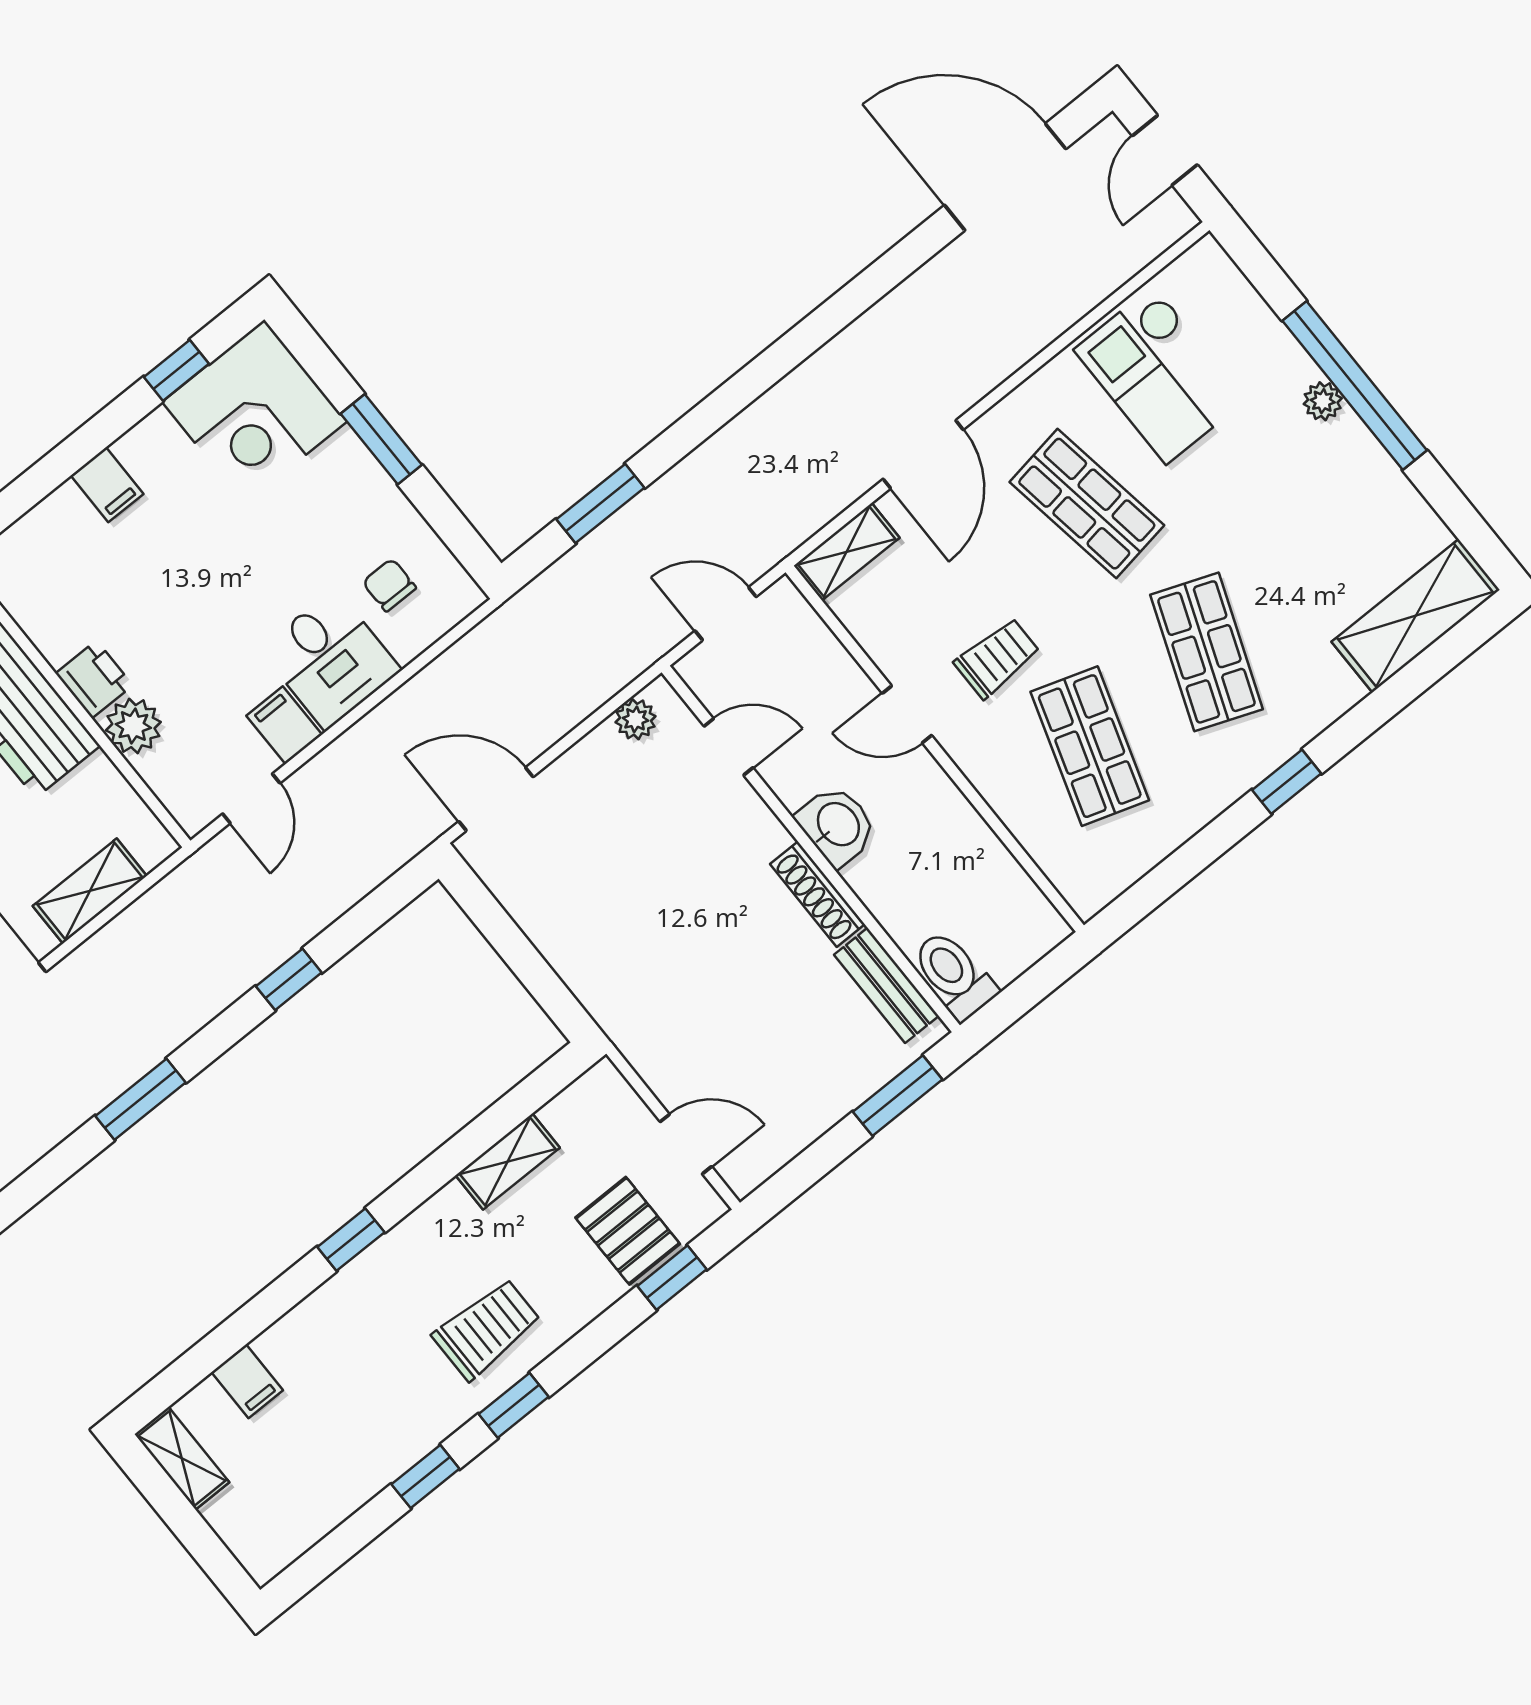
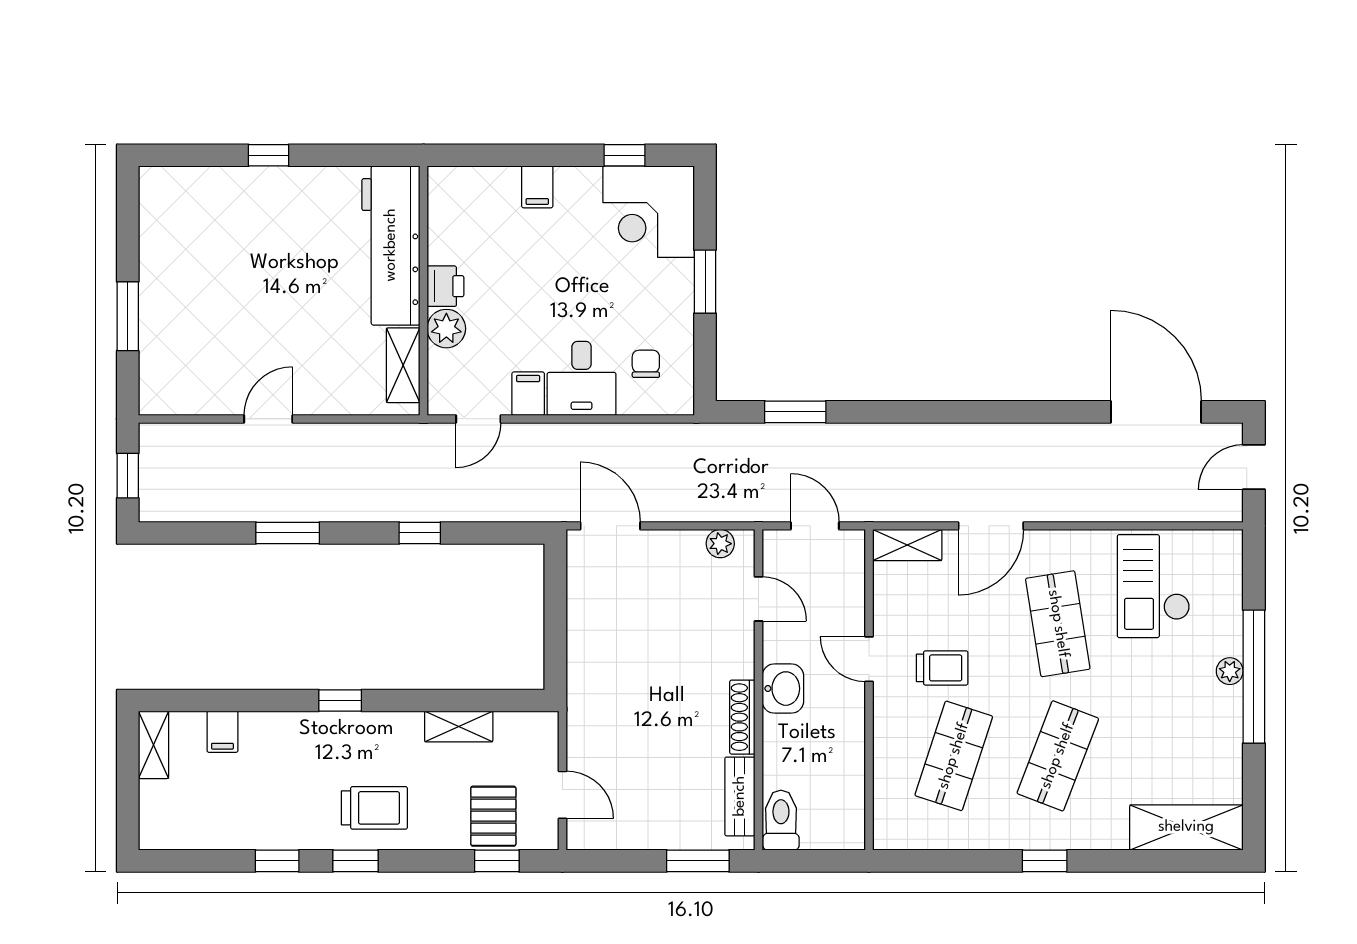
shelving: (90, 891) -> (403, 365), moved, turned 90

